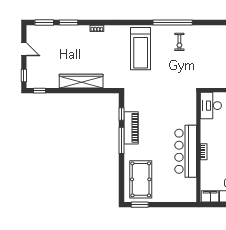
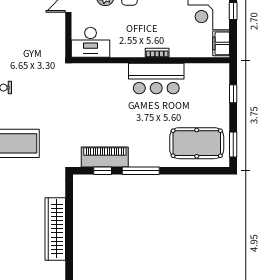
piano: (131, 128) -> (105, 157), moved
bar counter: (186, 151) -> (156, 79), width x0.73
window: (175, 205) -> (233, 94), added

